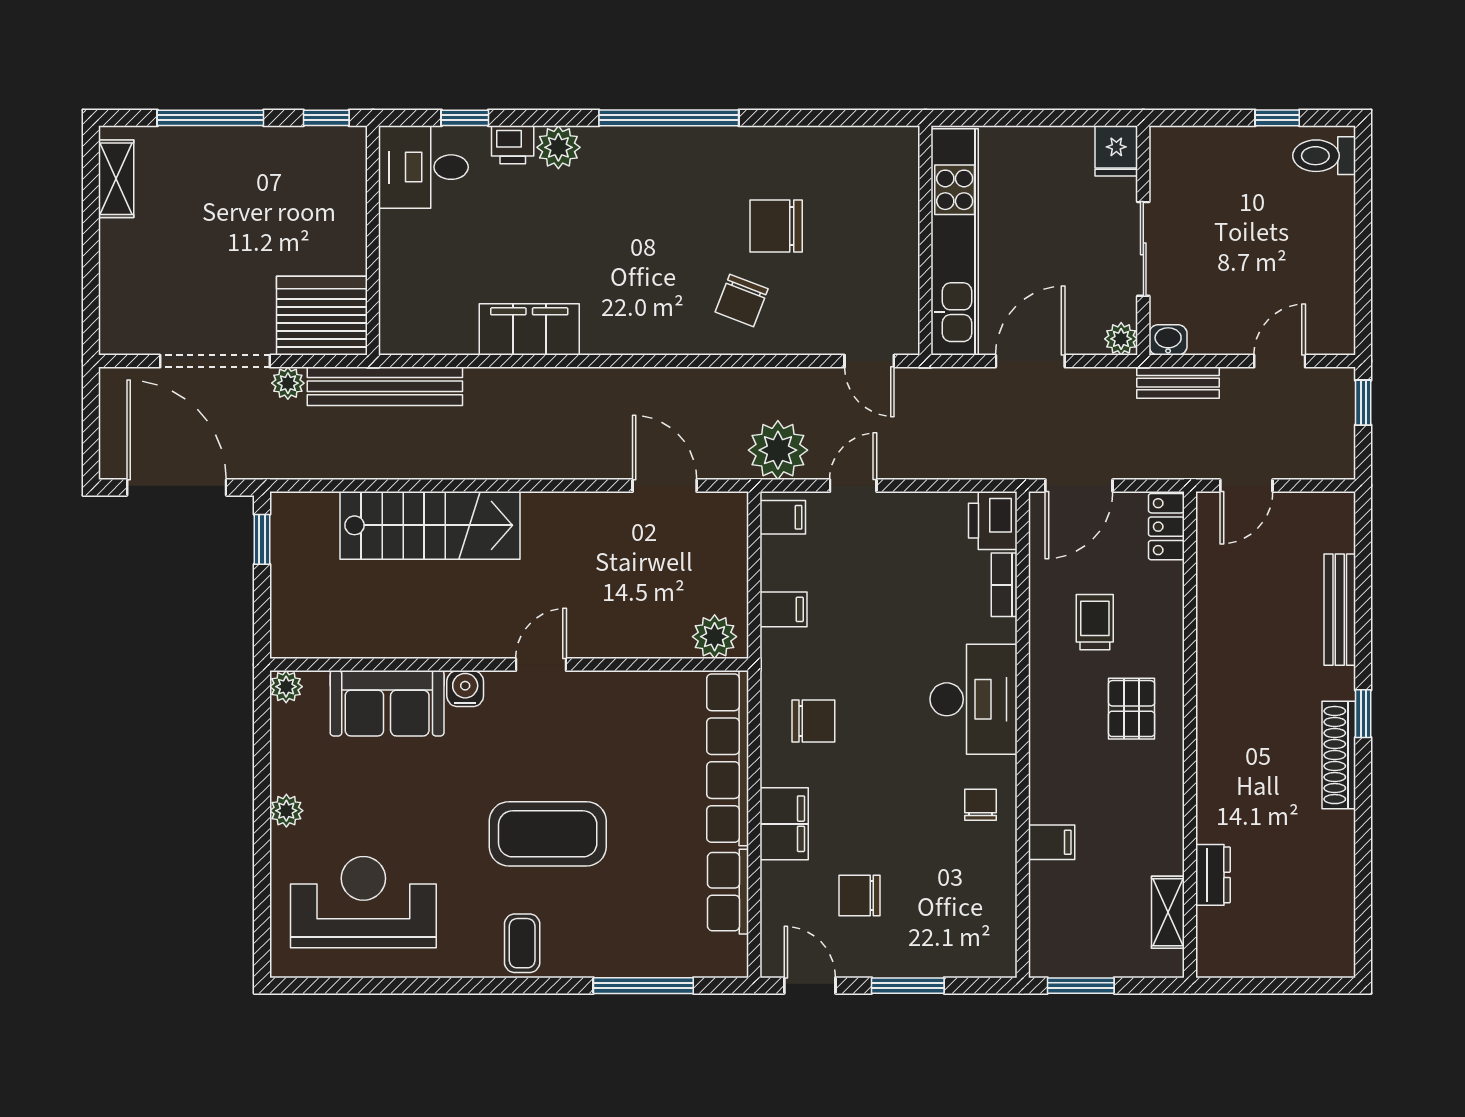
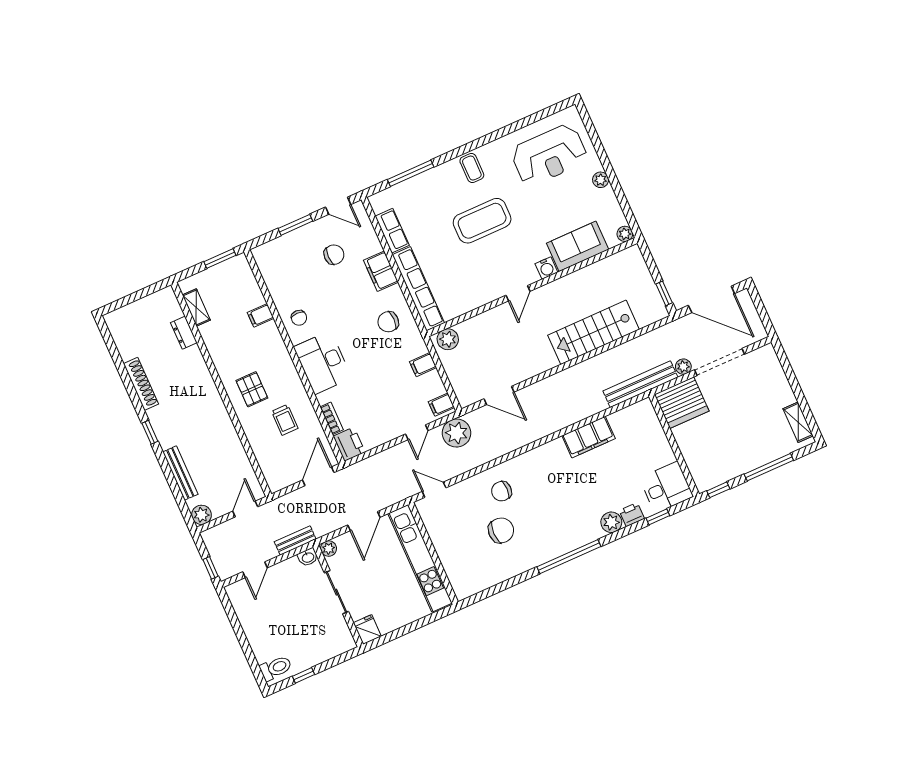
chair: (742, 300) -> (502, 491), turned -111
plant: (1335, 512) -> (201, 515), added
locker: (1166, 527) -> (272, 475), removed
shoe rack: (1339, 755) -> (141, 384), moved

